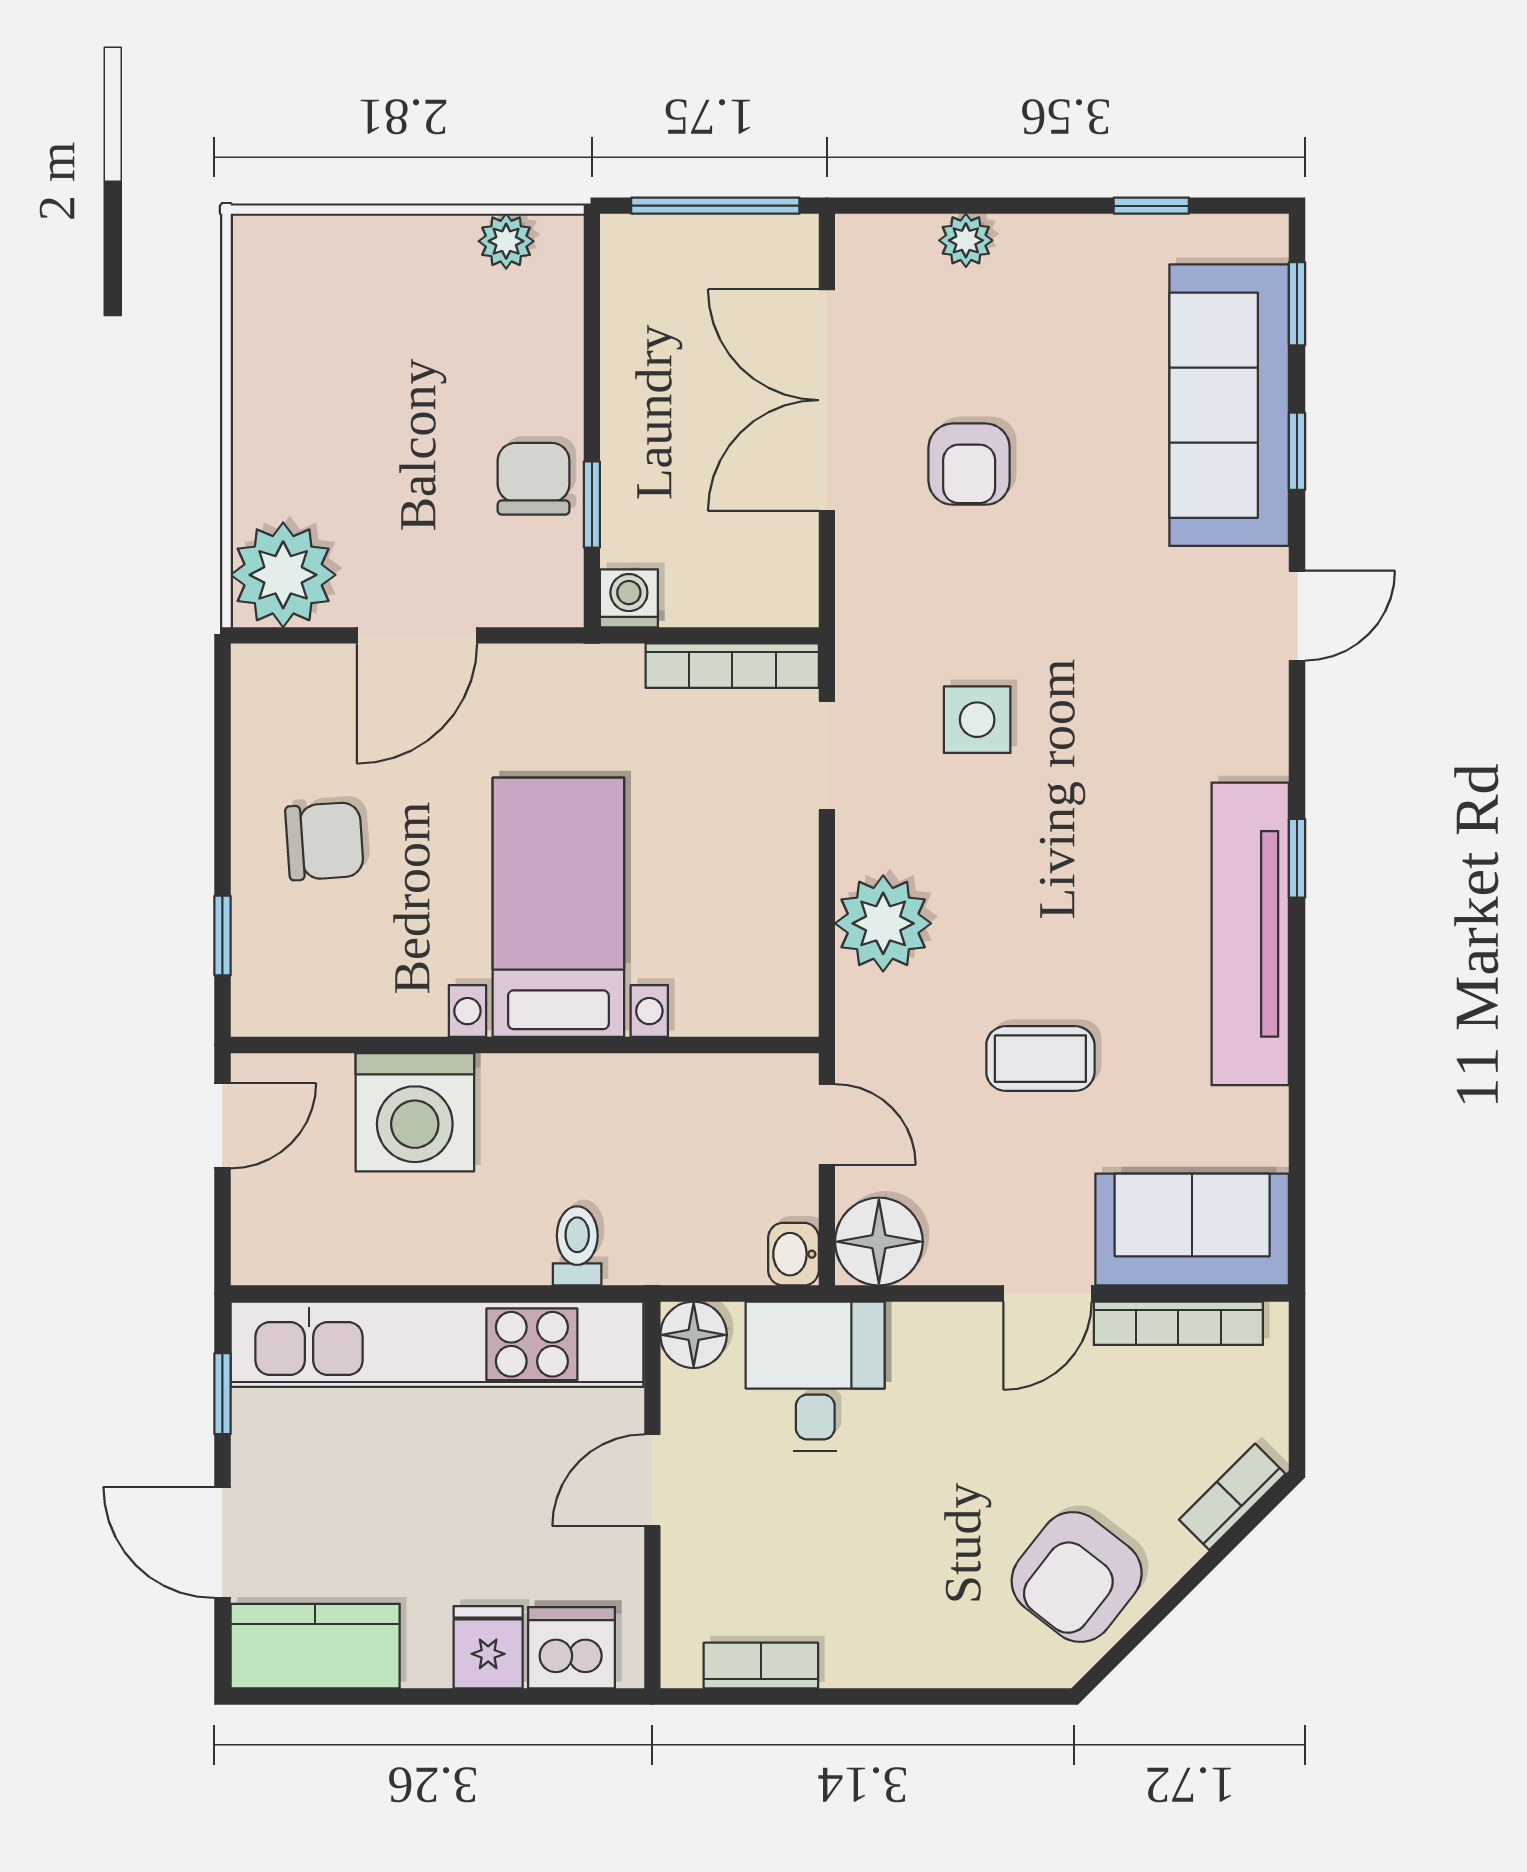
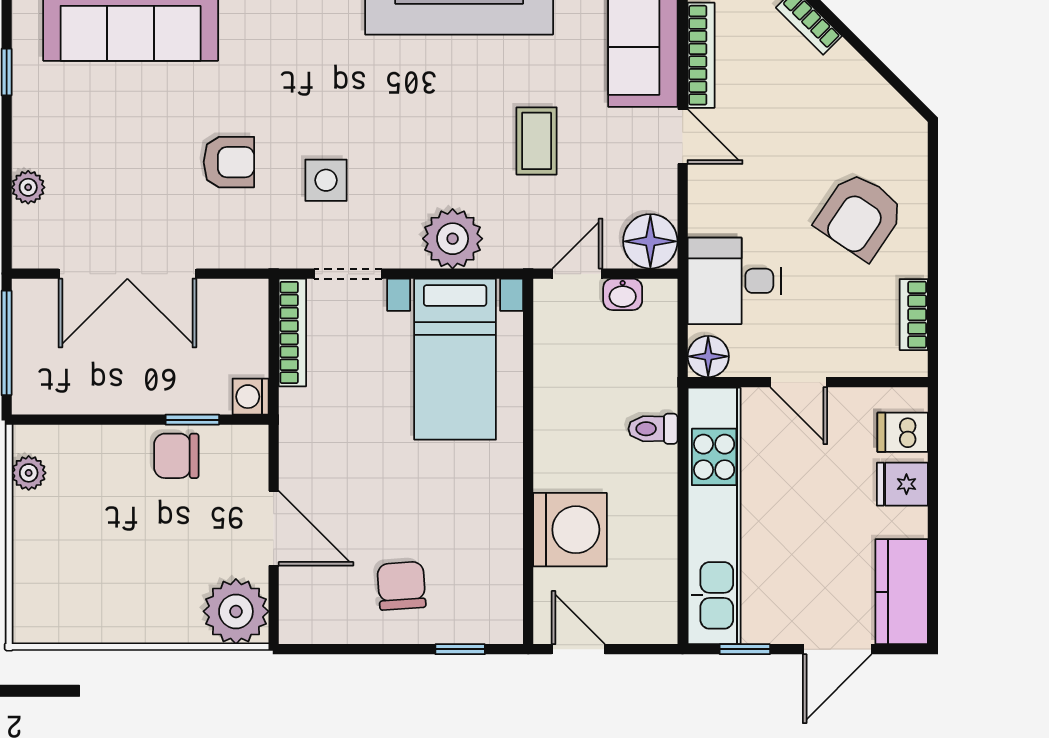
armchair: (969, 464) -> (229, 162), moved
bed with nightstands: (558, 907) -> (455, 359), moved, turned -90
washbasin: (794, 1254) -> (623, 294), moved
armchair: (1077, 1577) -> (860, 216), moved, turned 86
dishwasher: (571, 1648) -> (903, 432), width x0.73

